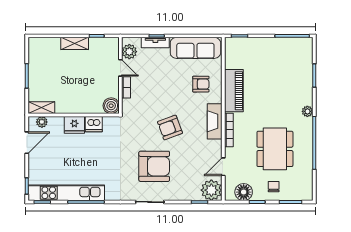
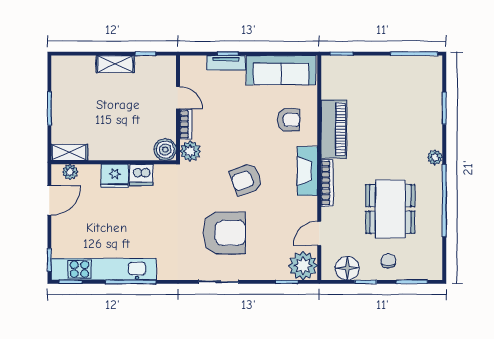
plant: (129, 52) -> (190, 151), moved

